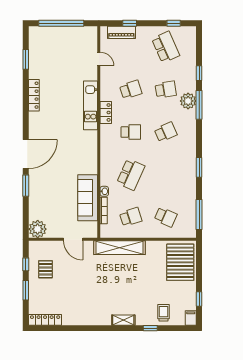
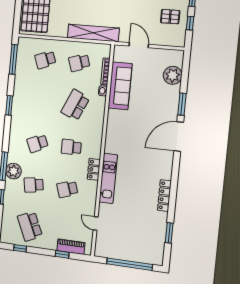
school desk: (166, 217) -> (45, 60), turned -45
plant: (38, 229) -> (173, 75), moved
pallet: (45, 269) -> (170, 17), turned 90

